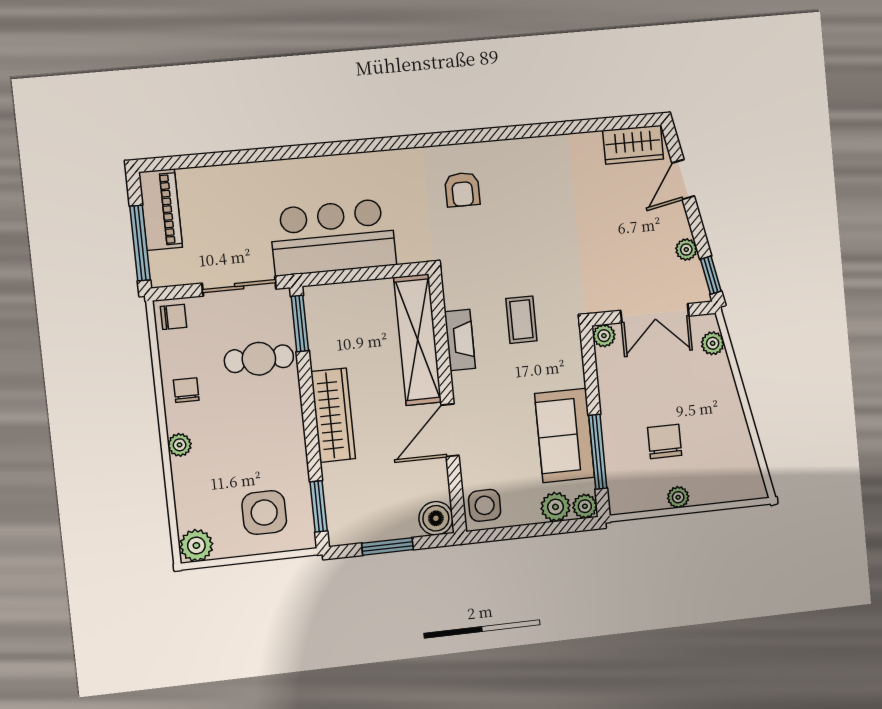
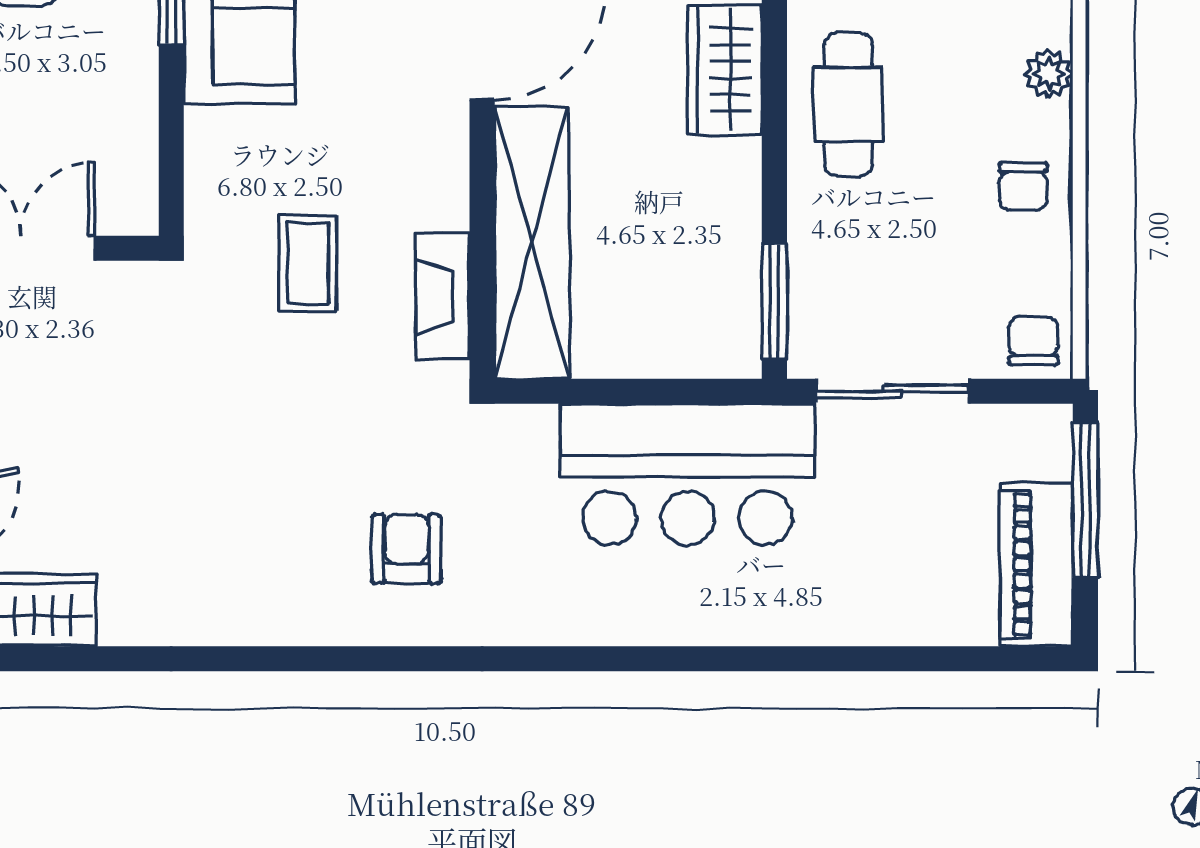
chair: (173, 317) -> (1033, 341), turned 90
plant: (604, 336) -> (134, 211), removed
fireplace: (460, 340) -> (443, 297), moved
cafe table: (259, 359) -> (849, 104), moved, turned 90
wardrobe: (333, 415) -> (725, 70), width x0.67

